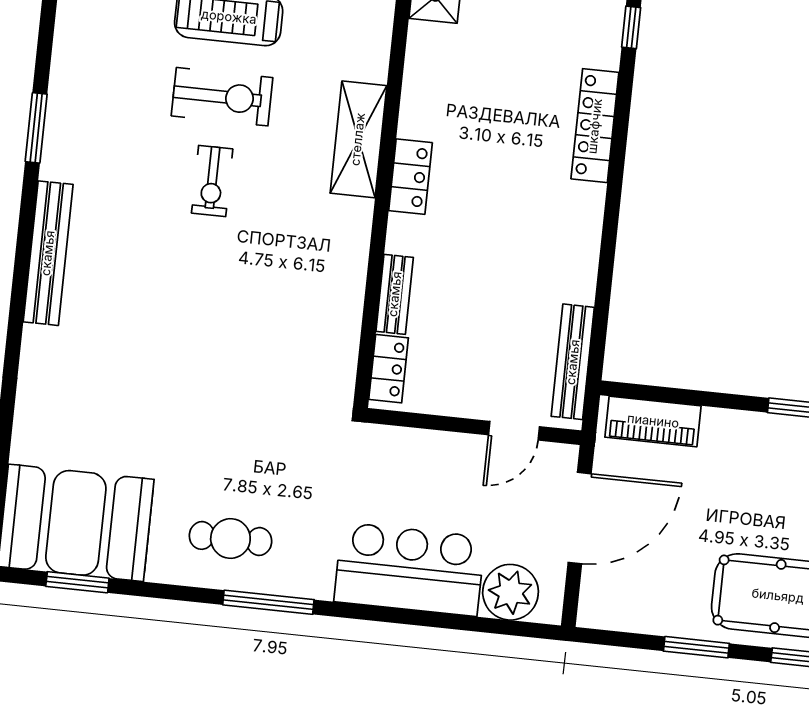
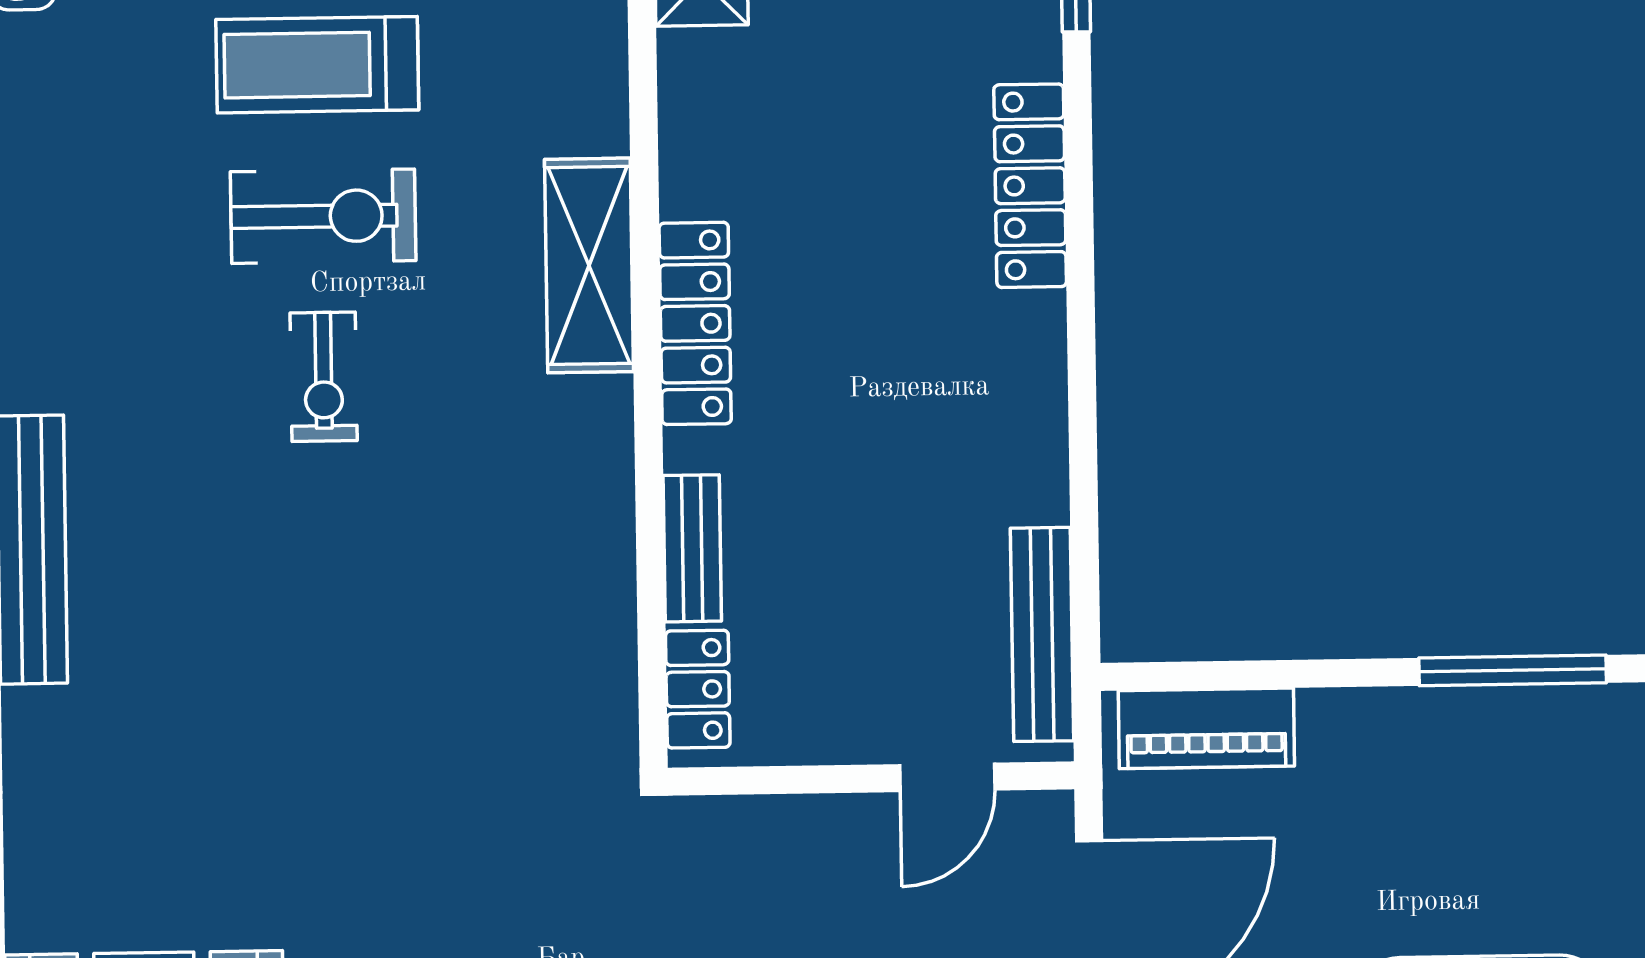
locker: (410, 177) -> (695, 323), width x1.53

